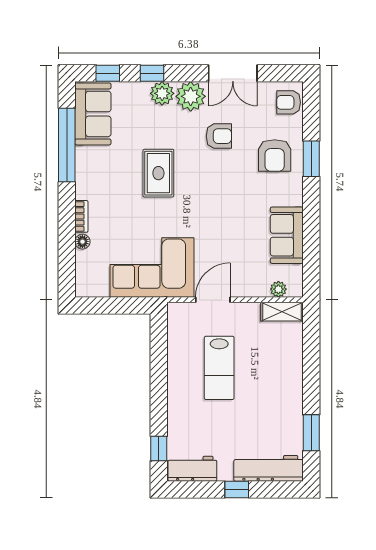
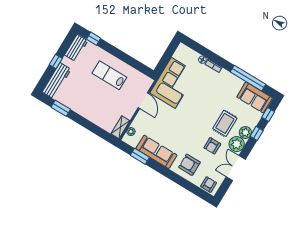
window: (311, 159) -> (140, 156), moved
rug: (158, 173) -> (225, 123), moved, turned 90
sofa: (287, 235) -> (156, 152), width x1.36
lab bench: (219, 368) -> (109, 75), moved

